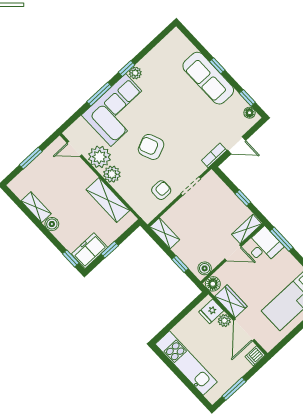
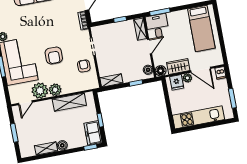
armchair: (151, 147) -> (54, 56), turned -67

